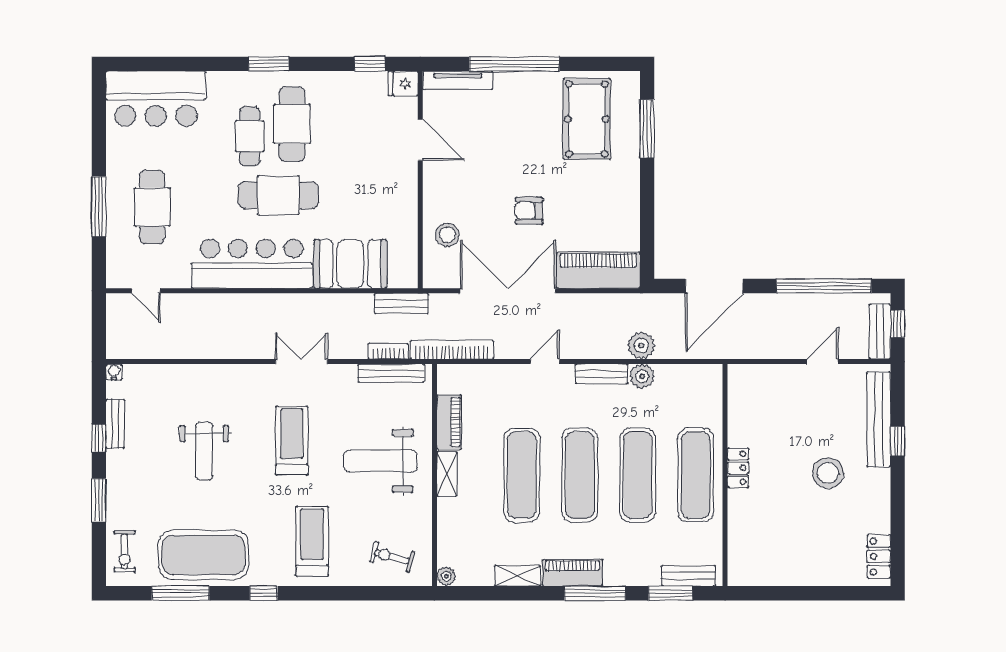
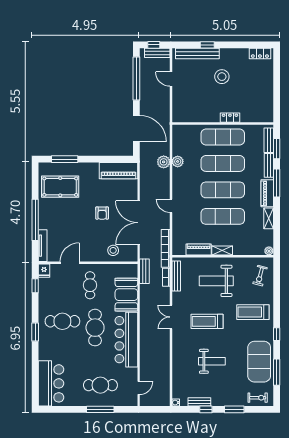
cafe table: (250, 136) -> (90, 285), moved, turned 90
piano: (598, 270) -> (118, 171), moved, turned -90
bench: (602, 374) -> (269, 165), moved
weight bench: (381, 461) -> (216, 281), turned 90
locker: (738, 468) -> (230, 118), moved

